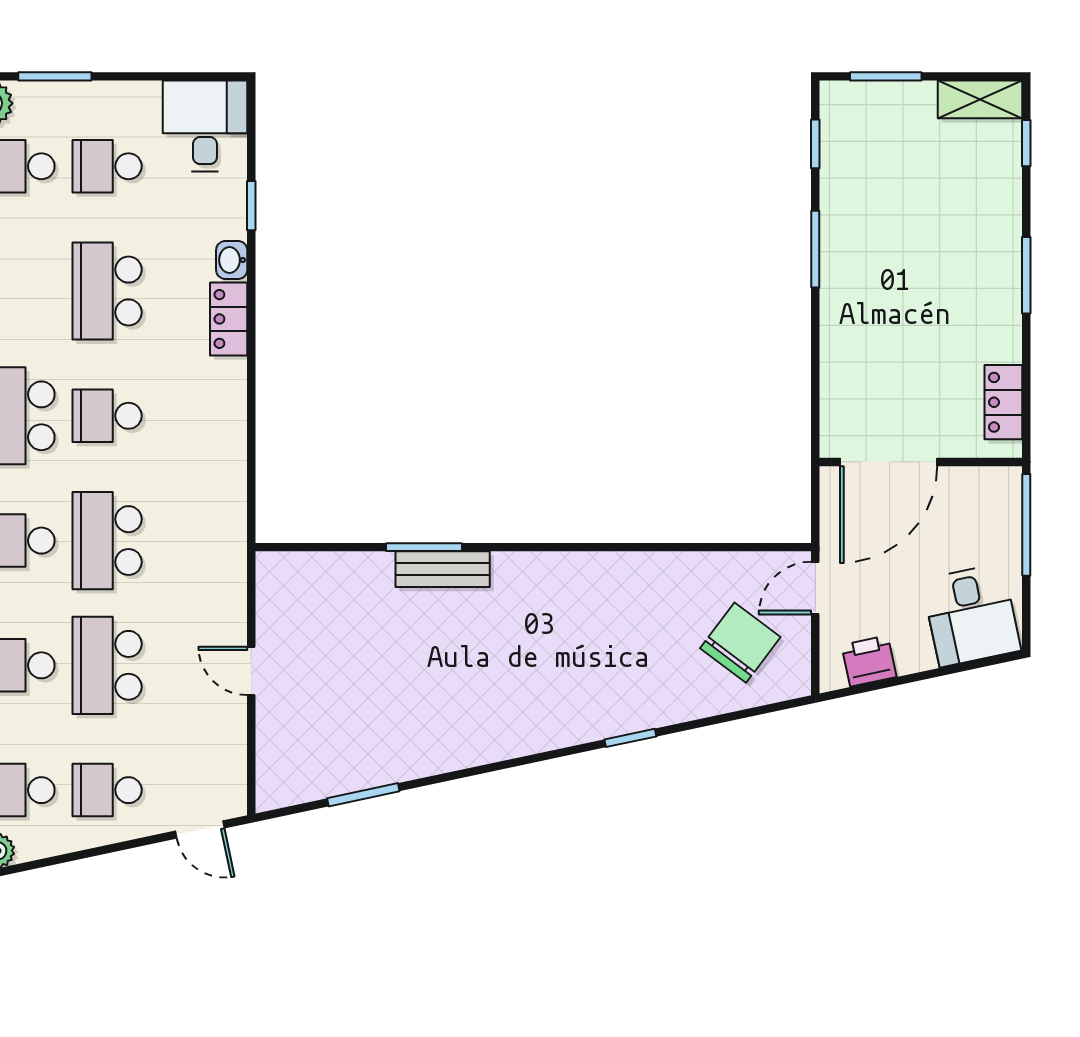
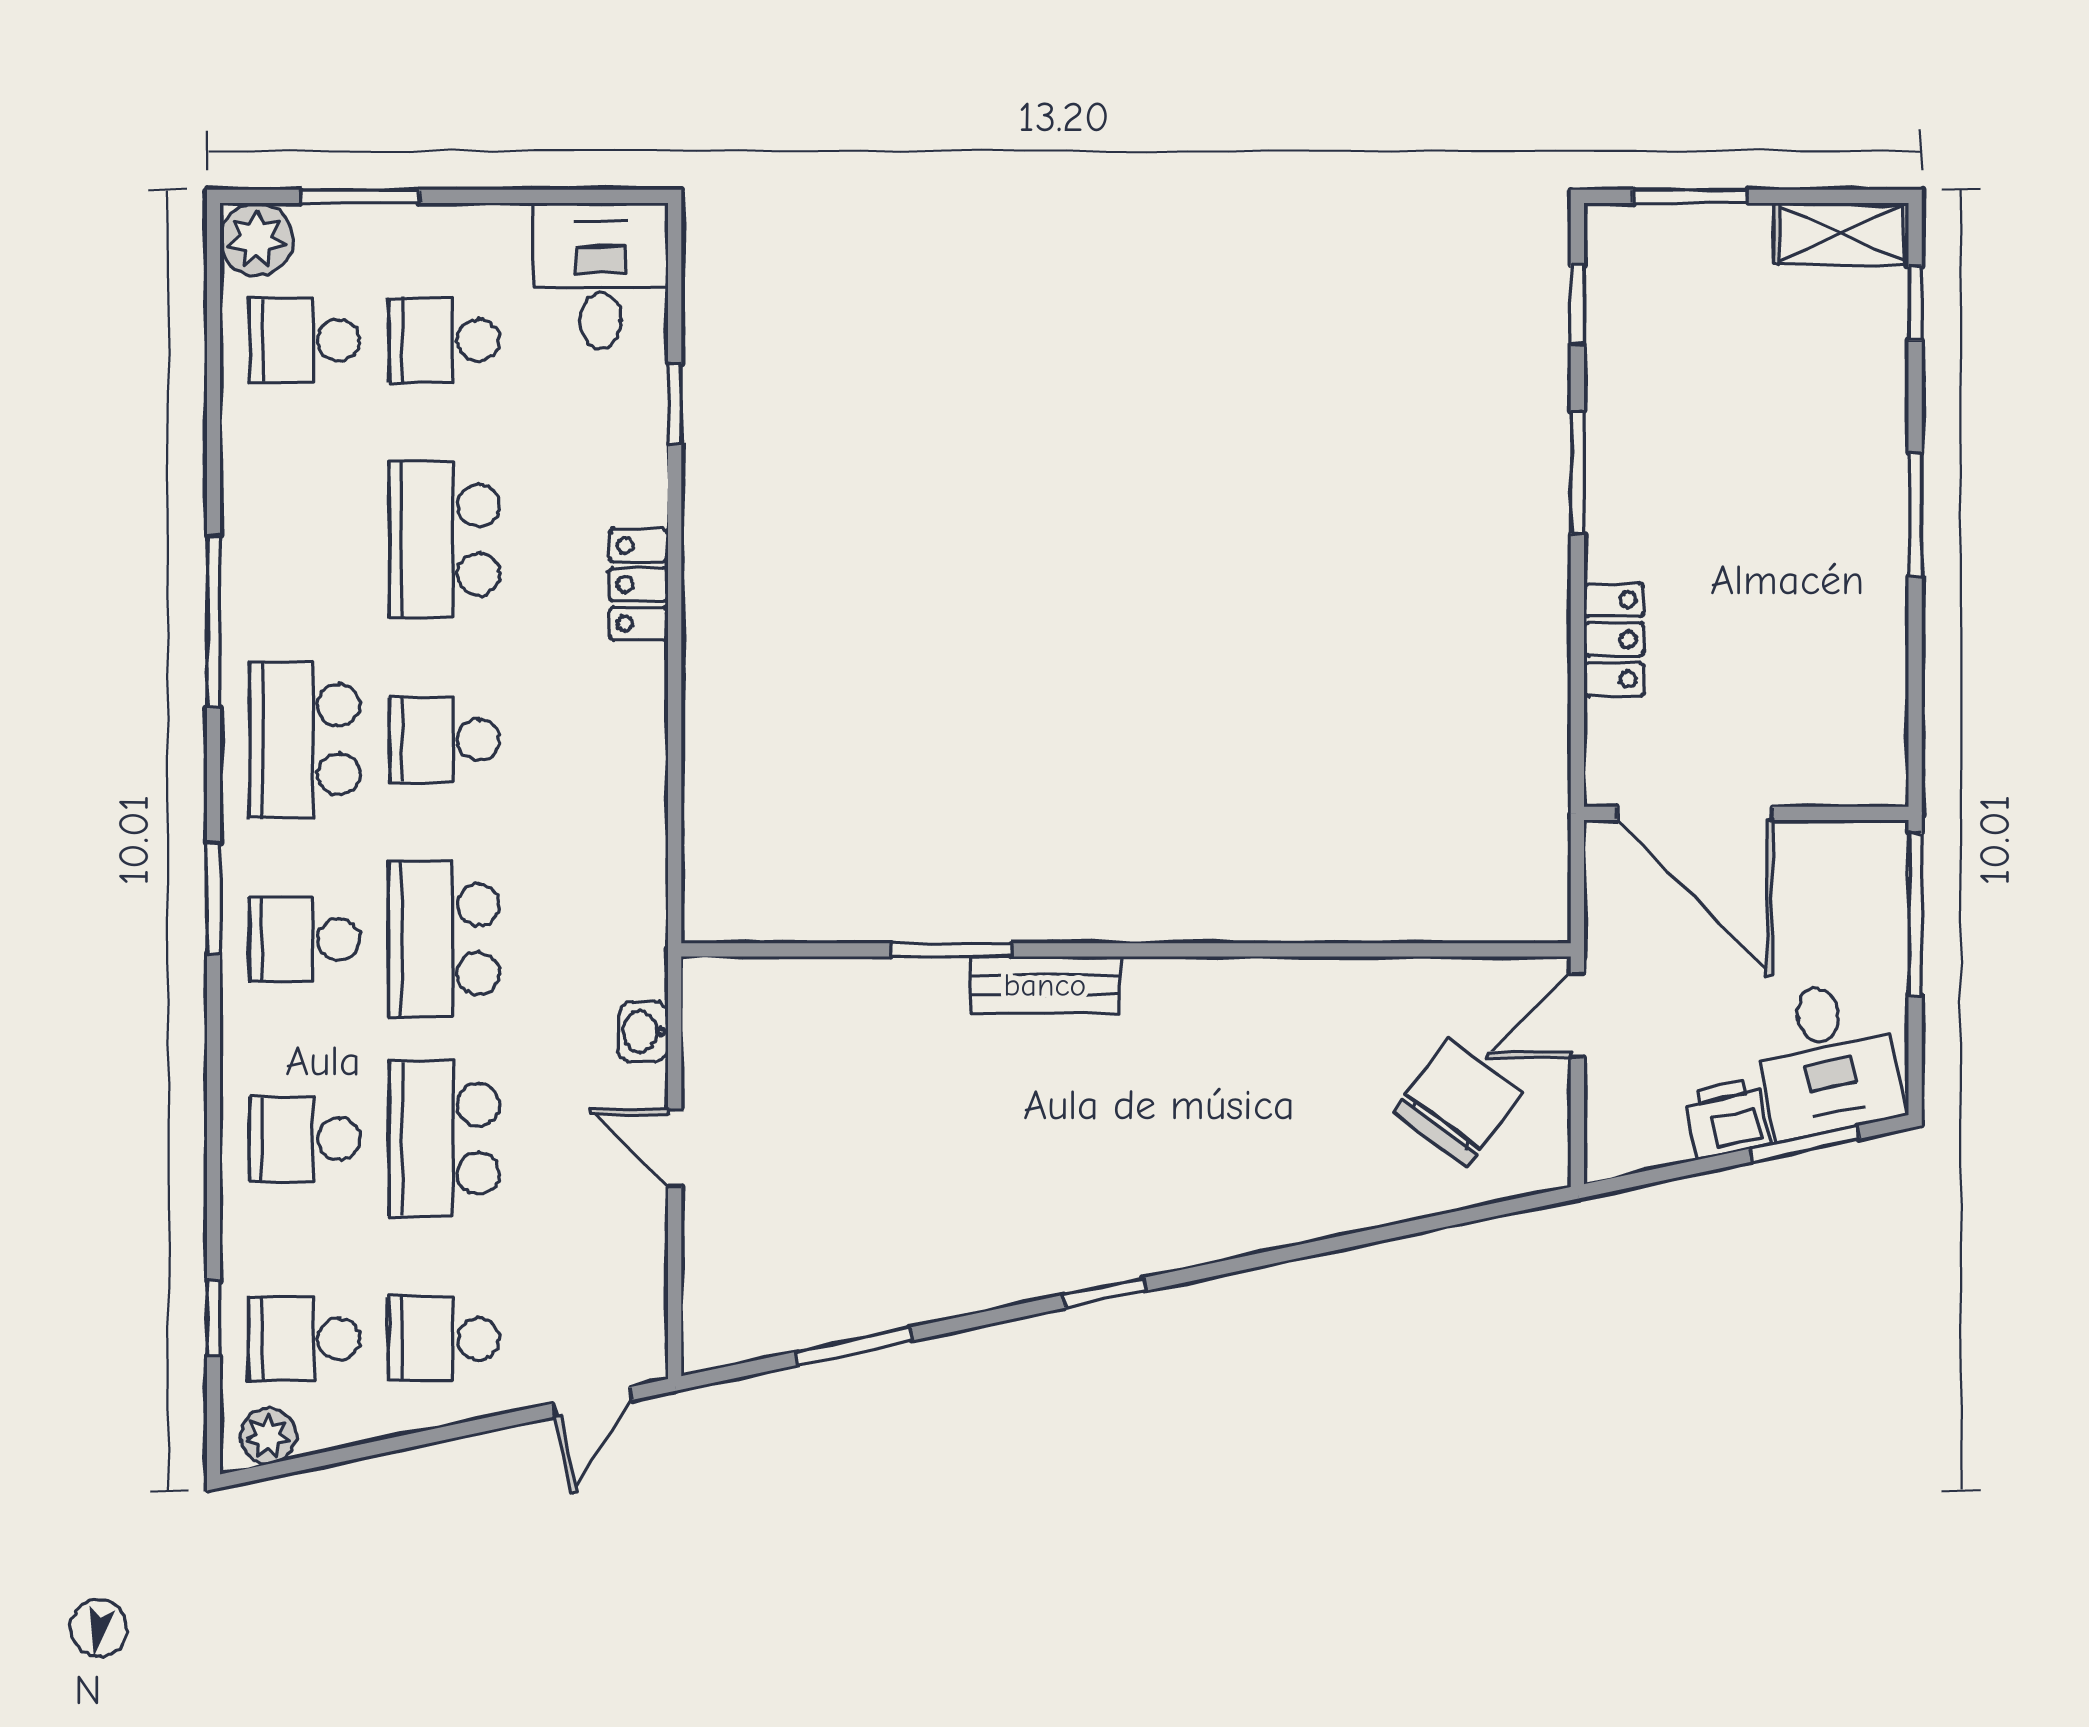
washbasin: (232, 260) -> (643, 1032), moved
locker: (1003, 402) -> (1614, 639), moved, turned 180
door: (889, 462) -> (1695, 813), hinge flipped
bench: (443, 569) -> (1045, 985), moved
printer: (869, 661) -> (1727, 1118), moved
window: (957, 668) -> (1805, 1144), added
window: (630, 738) -> (1104, 1293), moved
door: (200, 830) -> (592, 1402), hinge flipped

